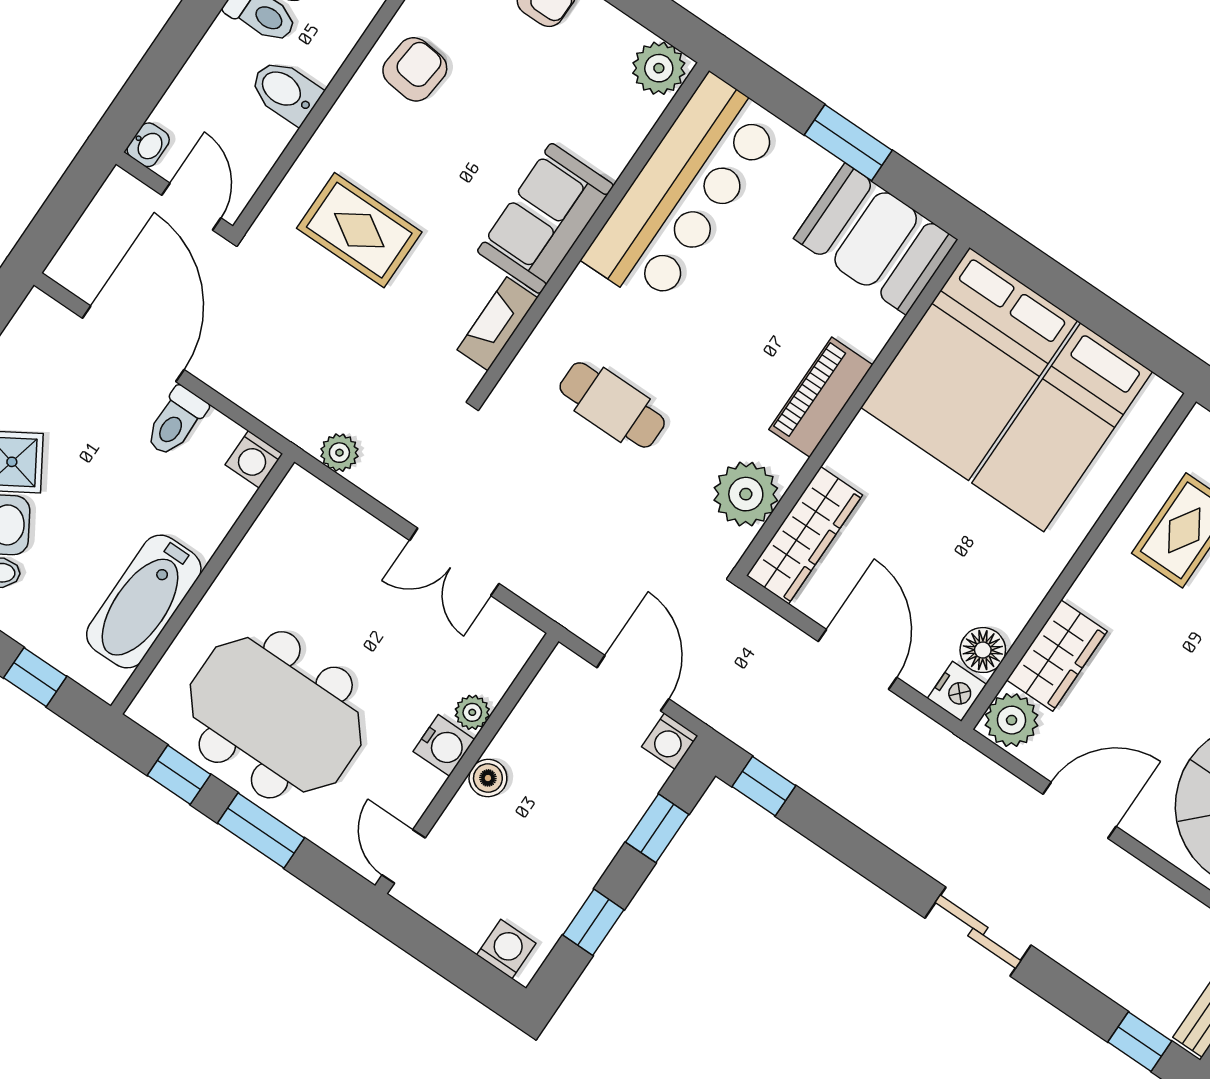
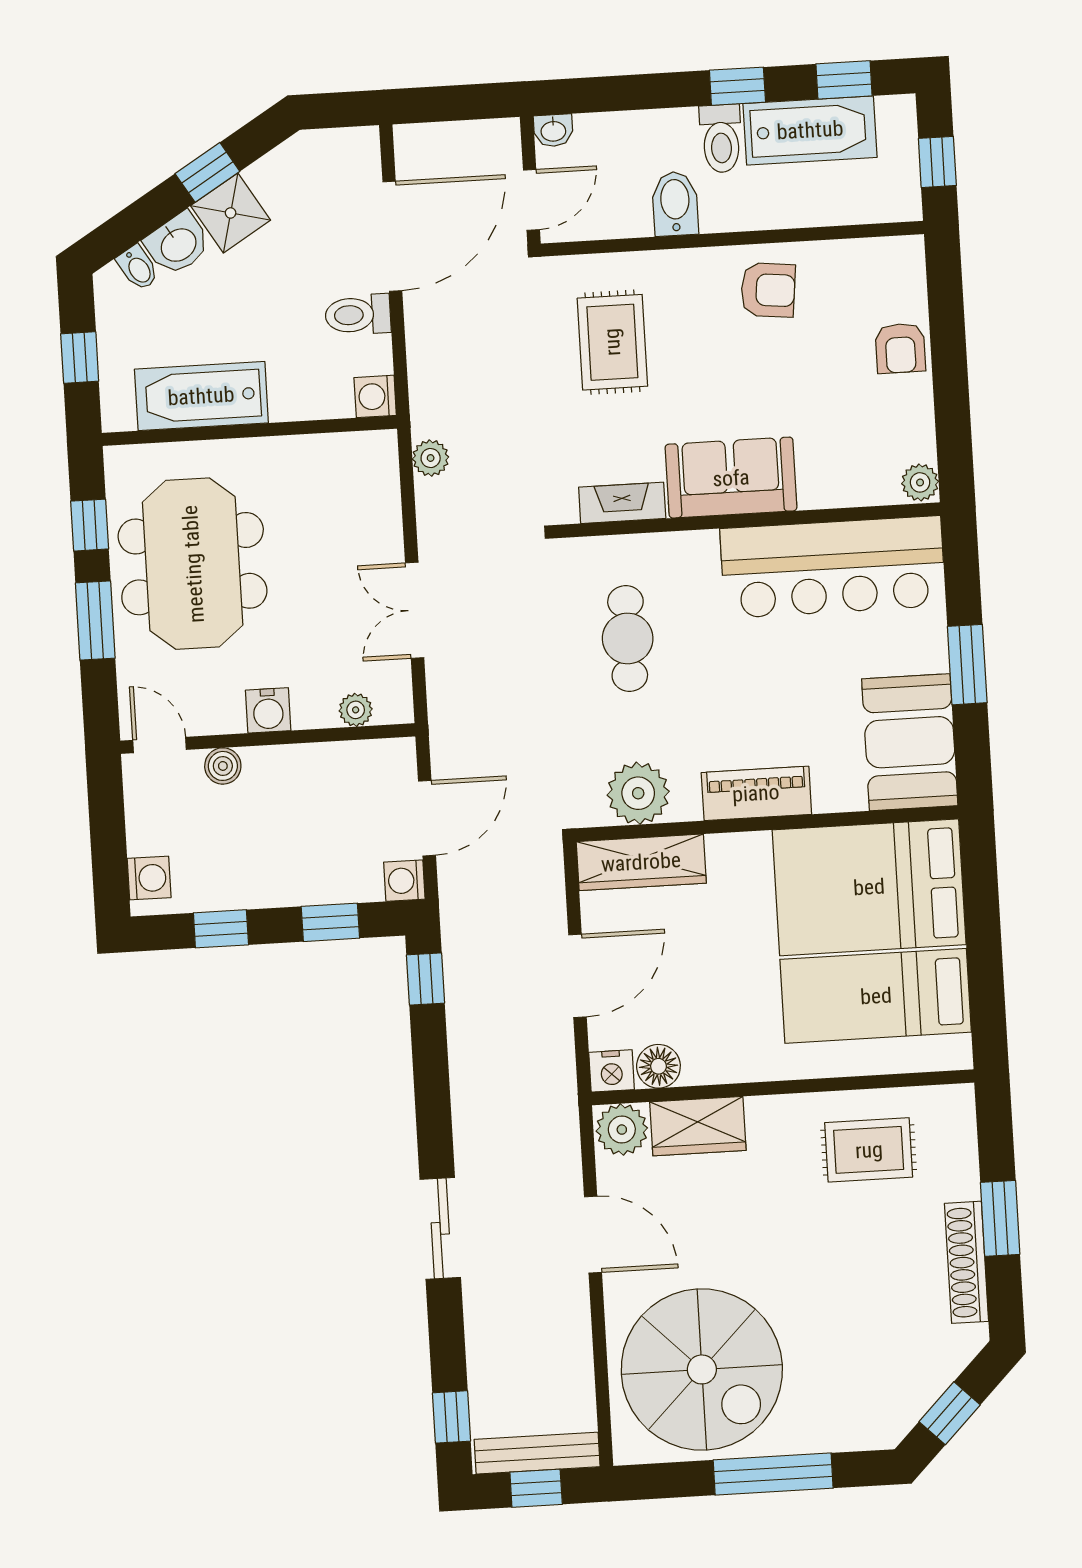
plant: (659, 68) -> (920, 482), width x0.73, depth x0.73
plant: (472, 712) -> (356, 710), moved
boiler: (488, 778) -> (223, 766), moved
door: (404, 856) -> (160, 745), hinge flipped

